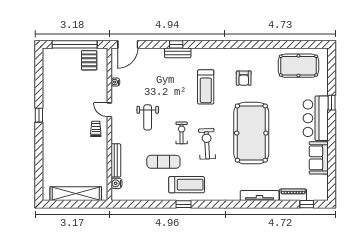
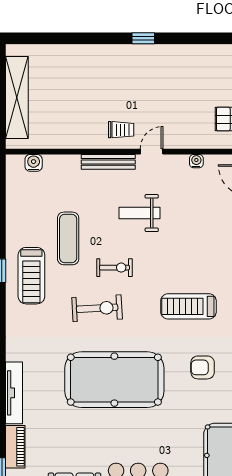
bench: (116, 160) -> (108, 162), moved

